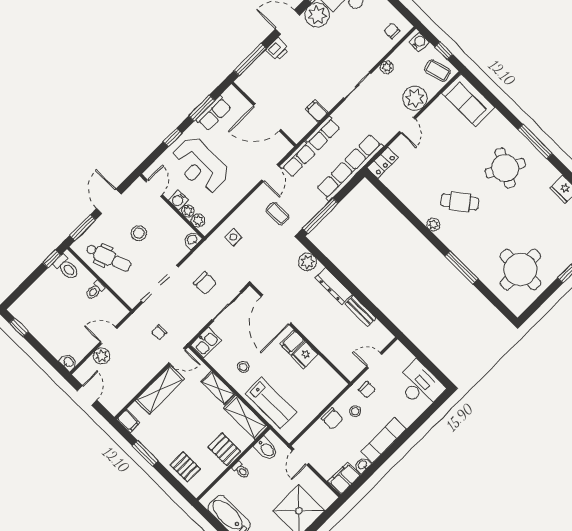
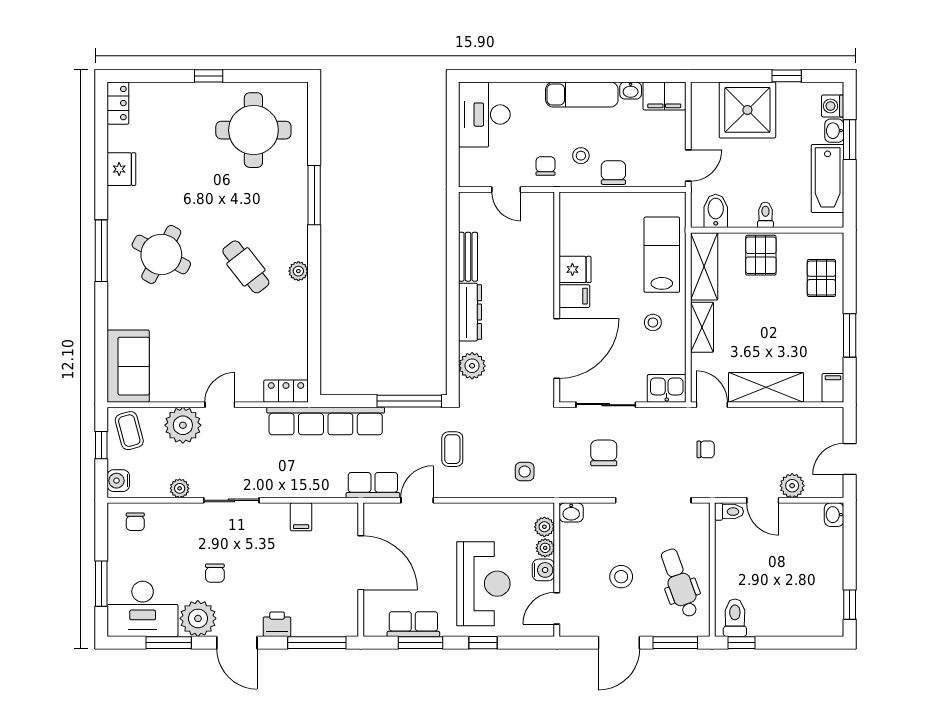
chair: (331, 44) -> (215, 573), added
row of seats: (323, 134) -> (319, 486), removed
toilet: (95, 290) -> (729, 512), moved

